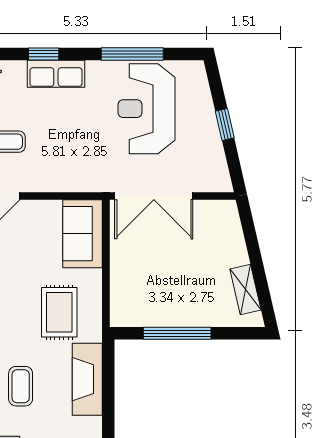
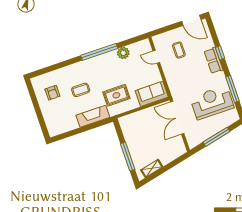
window: (225, 125) -> (216, 137), width x2.17
window: (177, 333) -> (128, 156), moved

